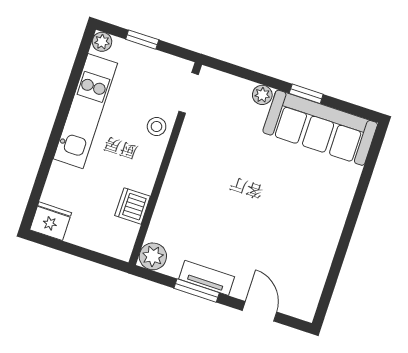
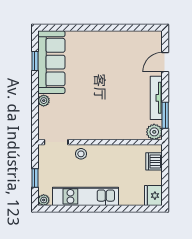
window: (306, 94) -> (35, 61), moved
dishwasher: (133, 206) -> (154, 161), moved, turned 90
tv unit: (207, 278) -> (156, 98), width x1.41
window: (197, 290) -> (165, 115), moved

